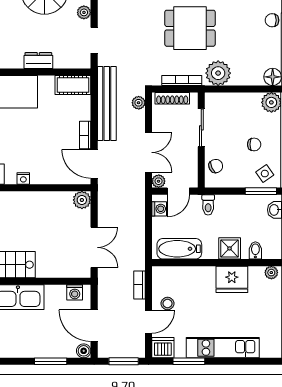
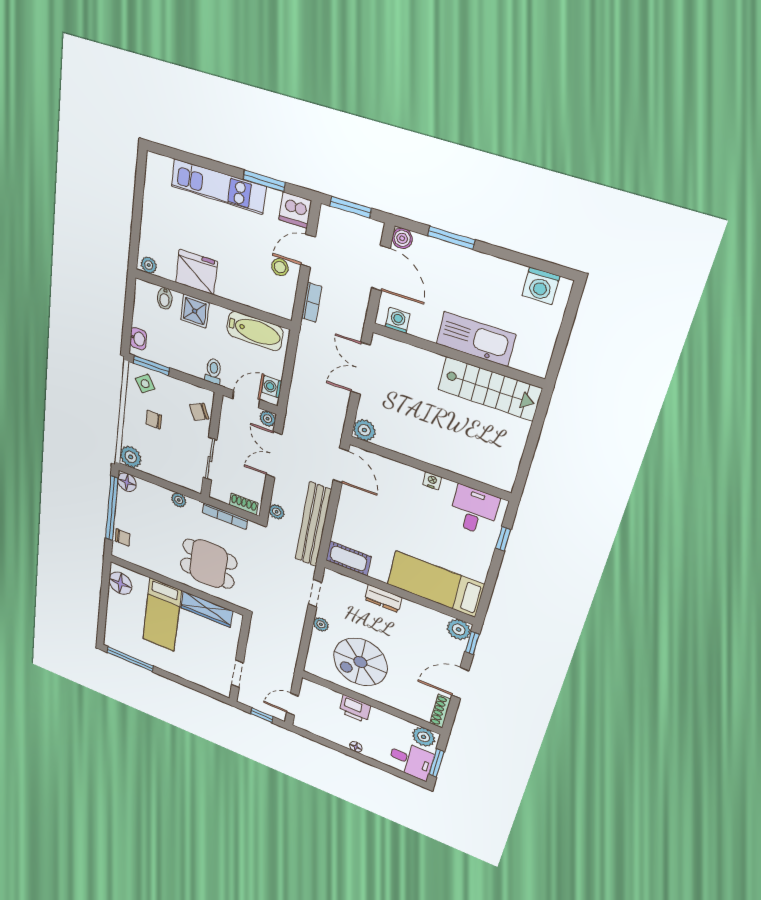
plant: (218, 73) -> (179, 500), width x0.53, depth x0.53
shoe rack: (172, 98) -> (244, 504), width x0.70
bookcase: (85, 135) -> (345, 501), removed

